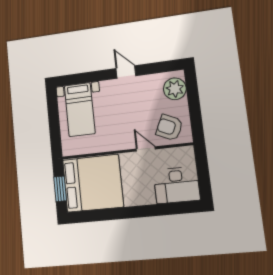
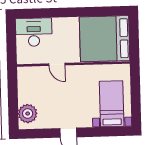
armchair: (169, 128) -> (35, 81), removed
window: (60, 189) -> (134, 36), removed

